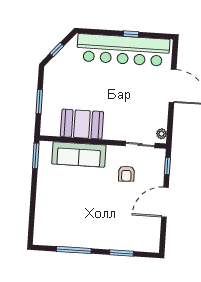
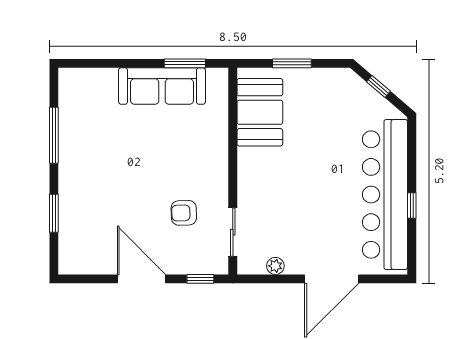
booth: (82, 124) -> (260, 112), moved
plant: (162, 134) -> (275, 266), moved
sofa: (79, 154) -> (162, 86), moved, turned -90
window: (36, 156) -> (185, 63), moved

